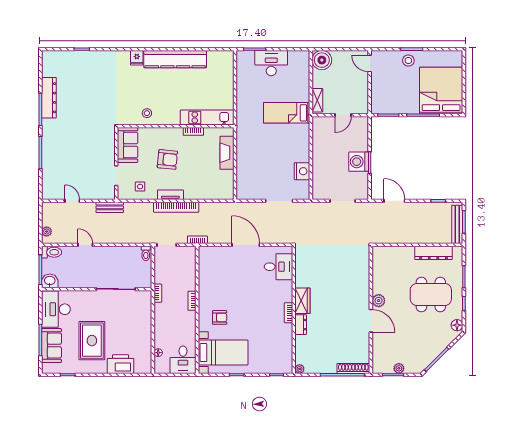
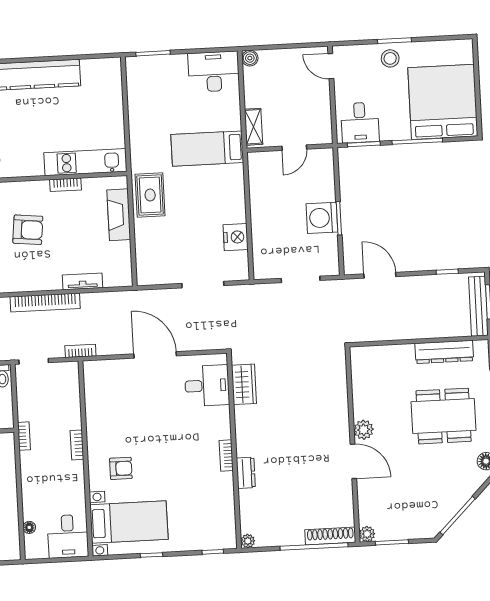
boiler: (322, 60) -> (250, 58), width x0.54, depth x0.54
desk: (271, 63) -> (214, 72), moved
desk: (387, 101) -> (360, 123), added
rug: (248, 141) -> (150, 195), added
tv unit: (170, 195) -> (83, 281), moved
wardrobe: (302, 301) -> (244, 384), moved
plant: (399, 368) -> (367, 534), moved

